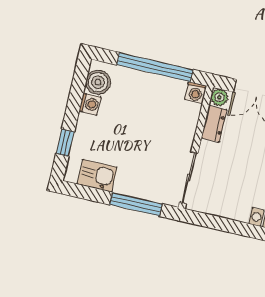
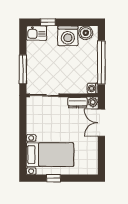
washing machine: (90, 104) -> (68, 36), width x1.89, depth x1.89
kitchen sink: (97, 176) -> (36, 33), moved, turned 90

